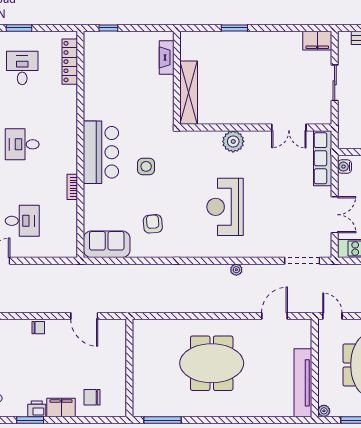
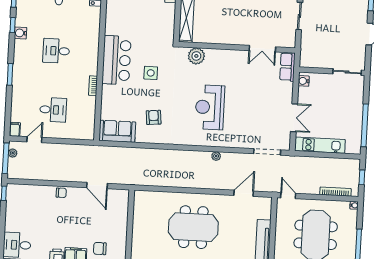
plant: (233, 141) -> (196, 56), moved
row of seats: (323, 158) -> (287, 67), width x0.68

